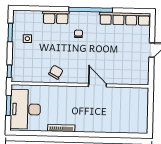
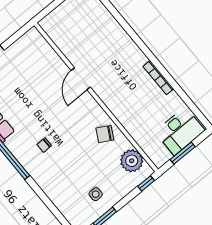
row of seats: (56, 17) -> (48, 184), removed
plant: (28, 74) -> (132, 161), added
desk: (25, 109) -> (180, 131), width x0.73, depth x0.77

